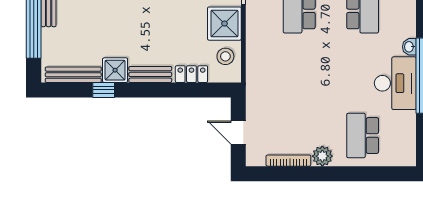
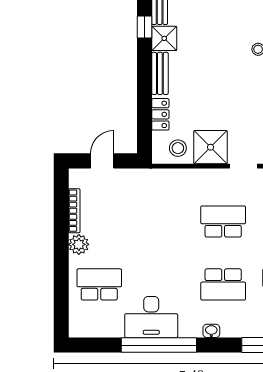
washbasin: (409, 47) -> (211, 331), moved

